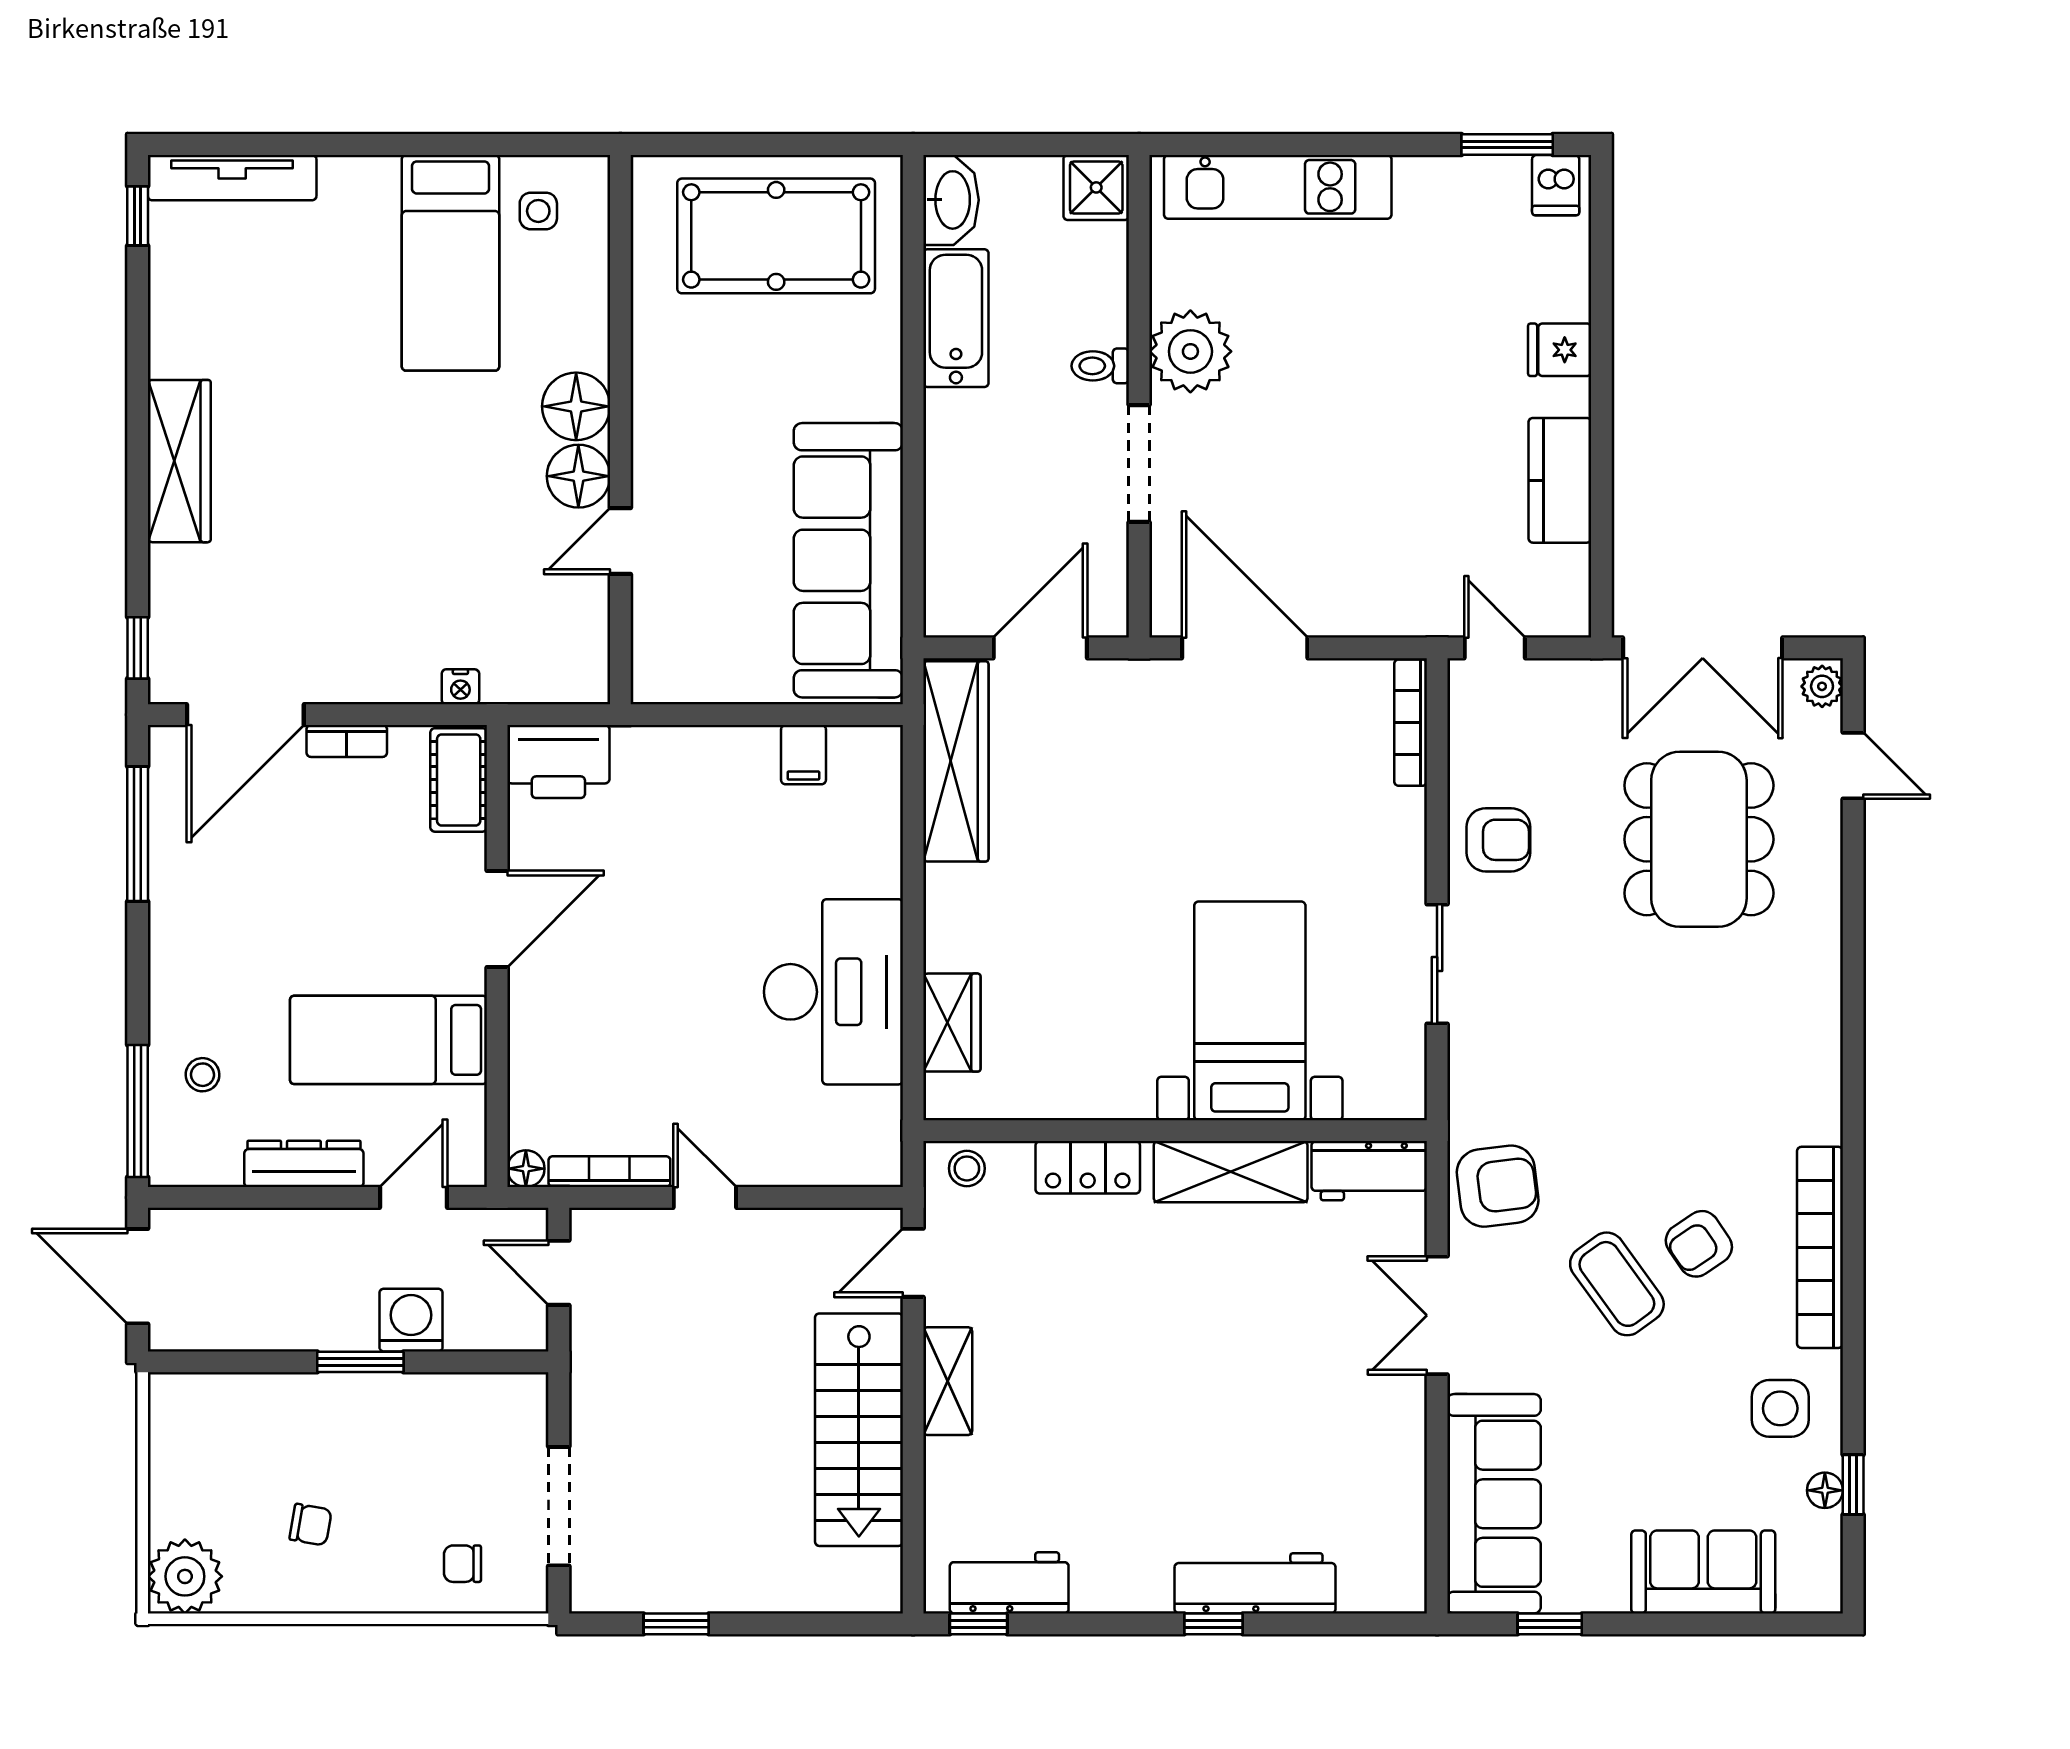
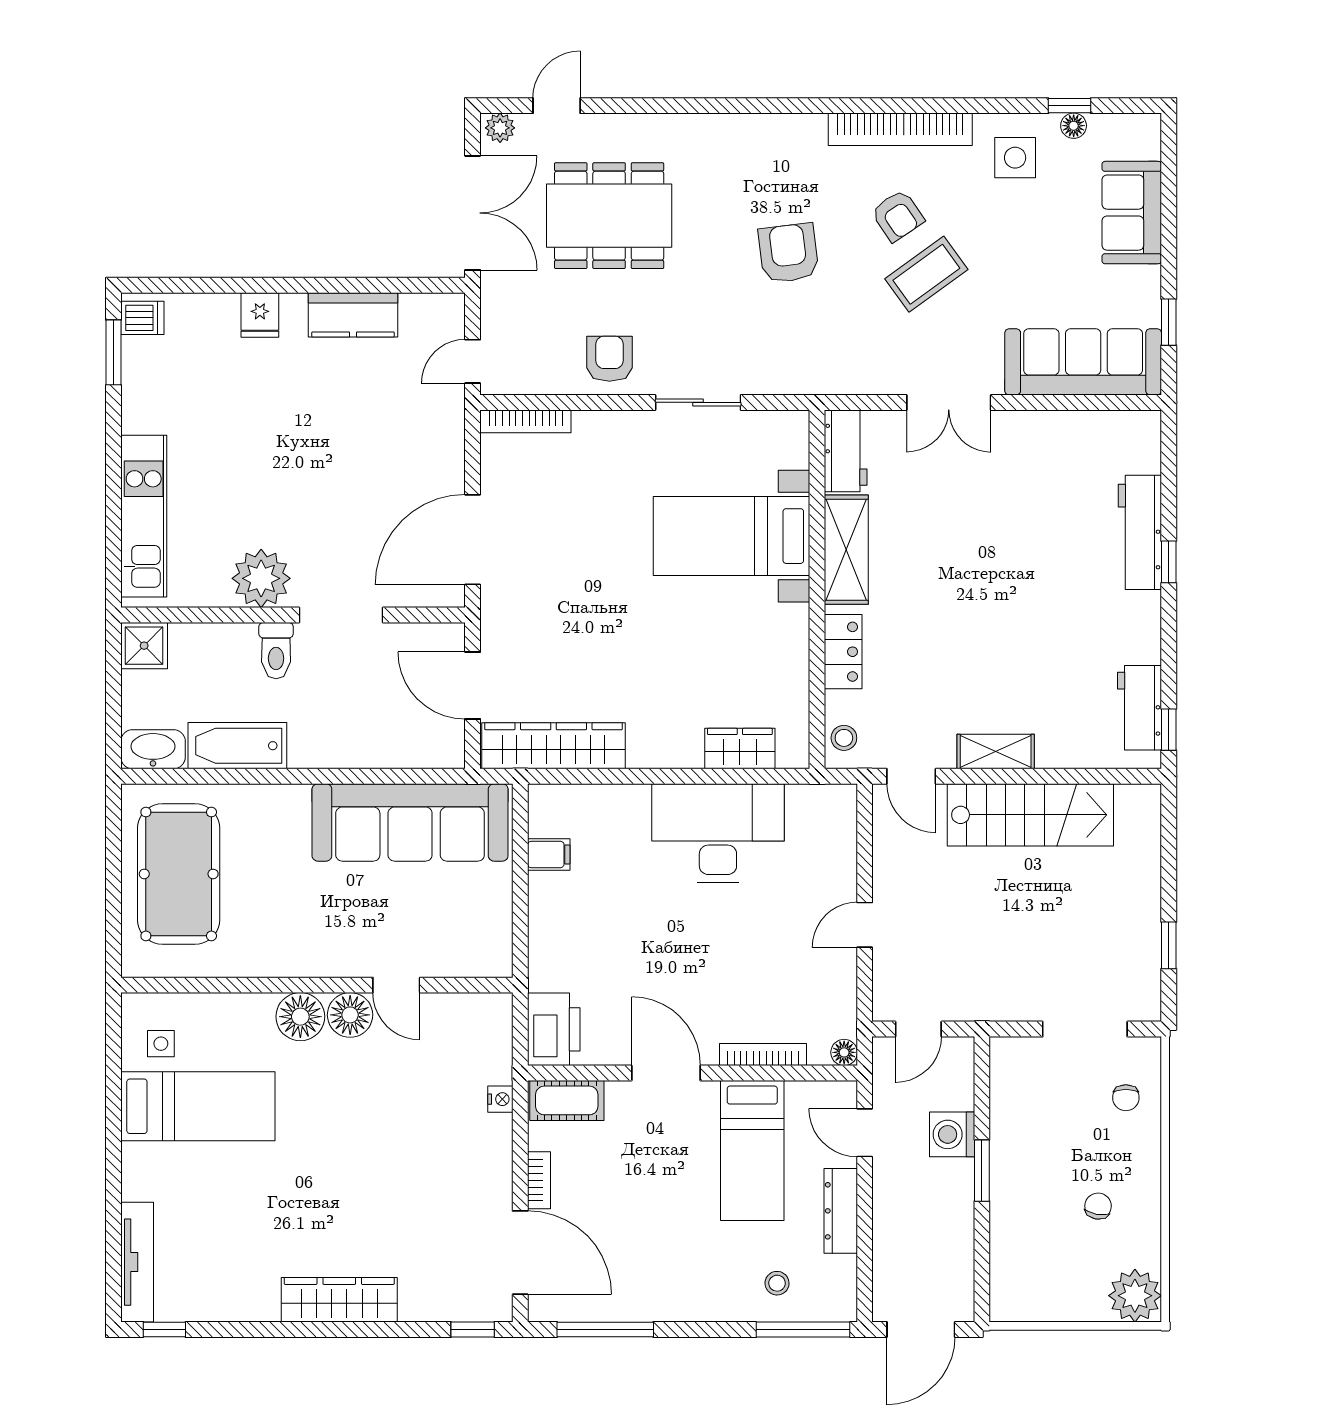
toilet: (1100, 366) -> (276, 651), width x1.37, depth x1.39
bookcase: (609, 1172) -> (763, 1055), moved, turned 90
armchair: (1498, 1186) -> (789, 253), moved

